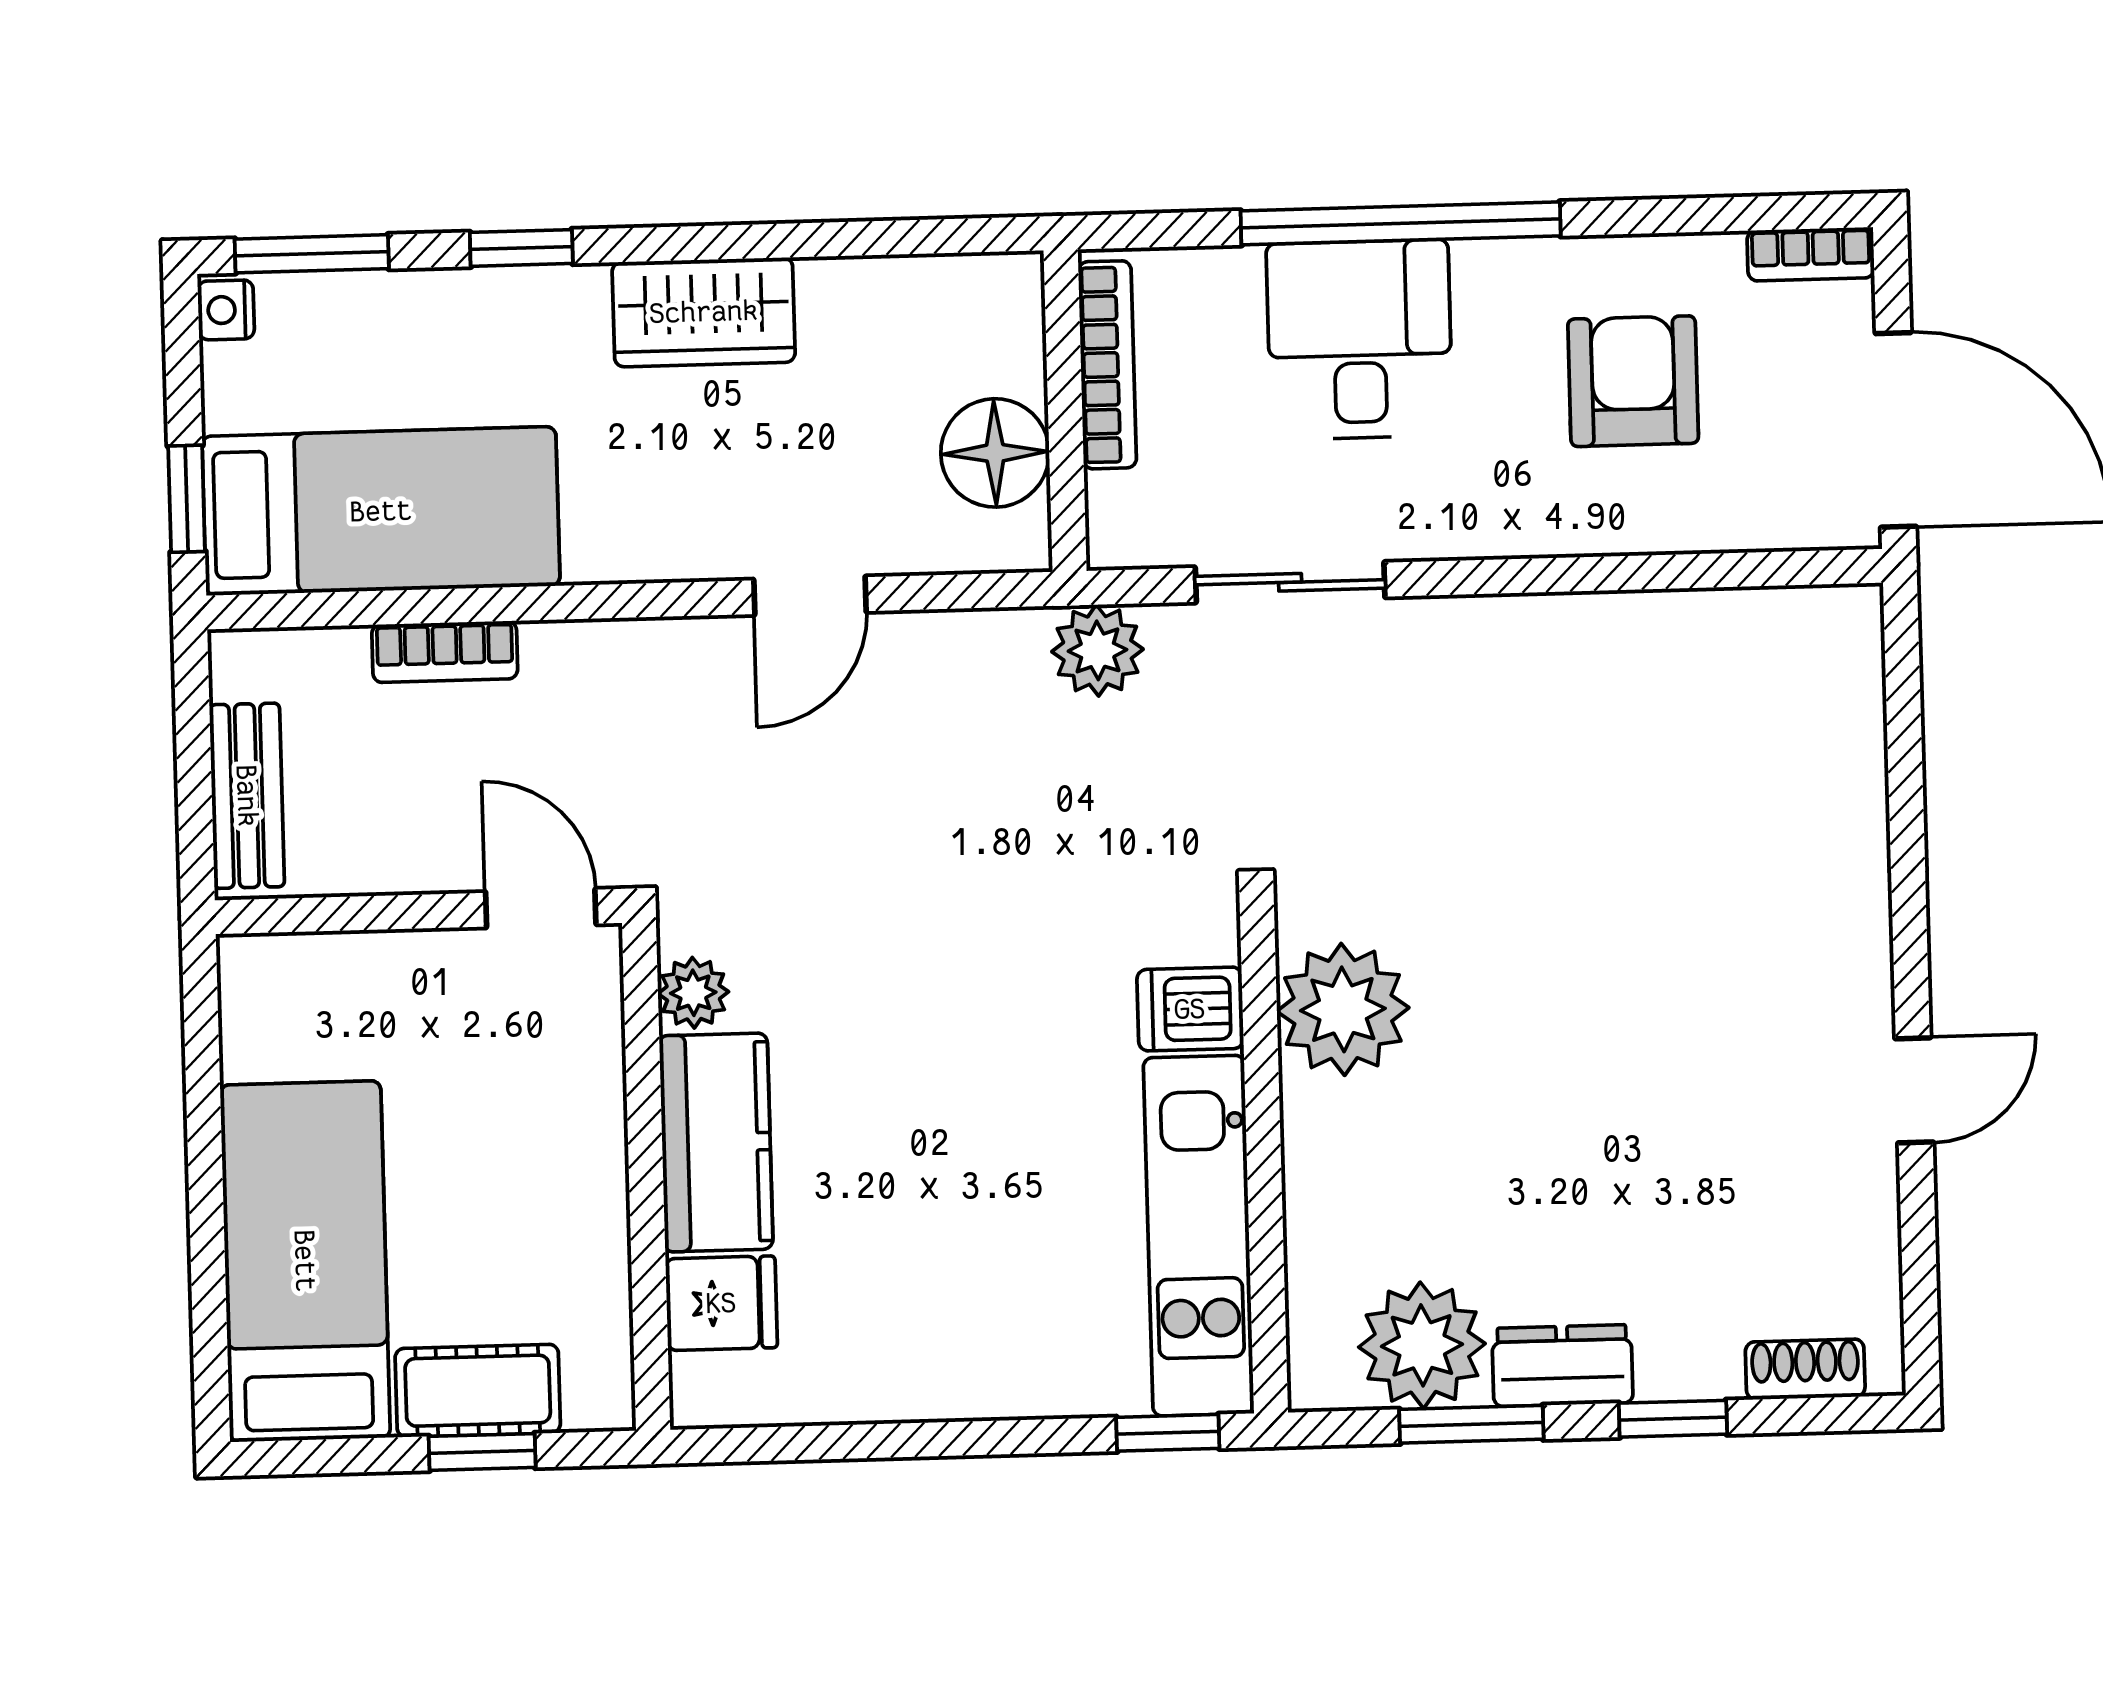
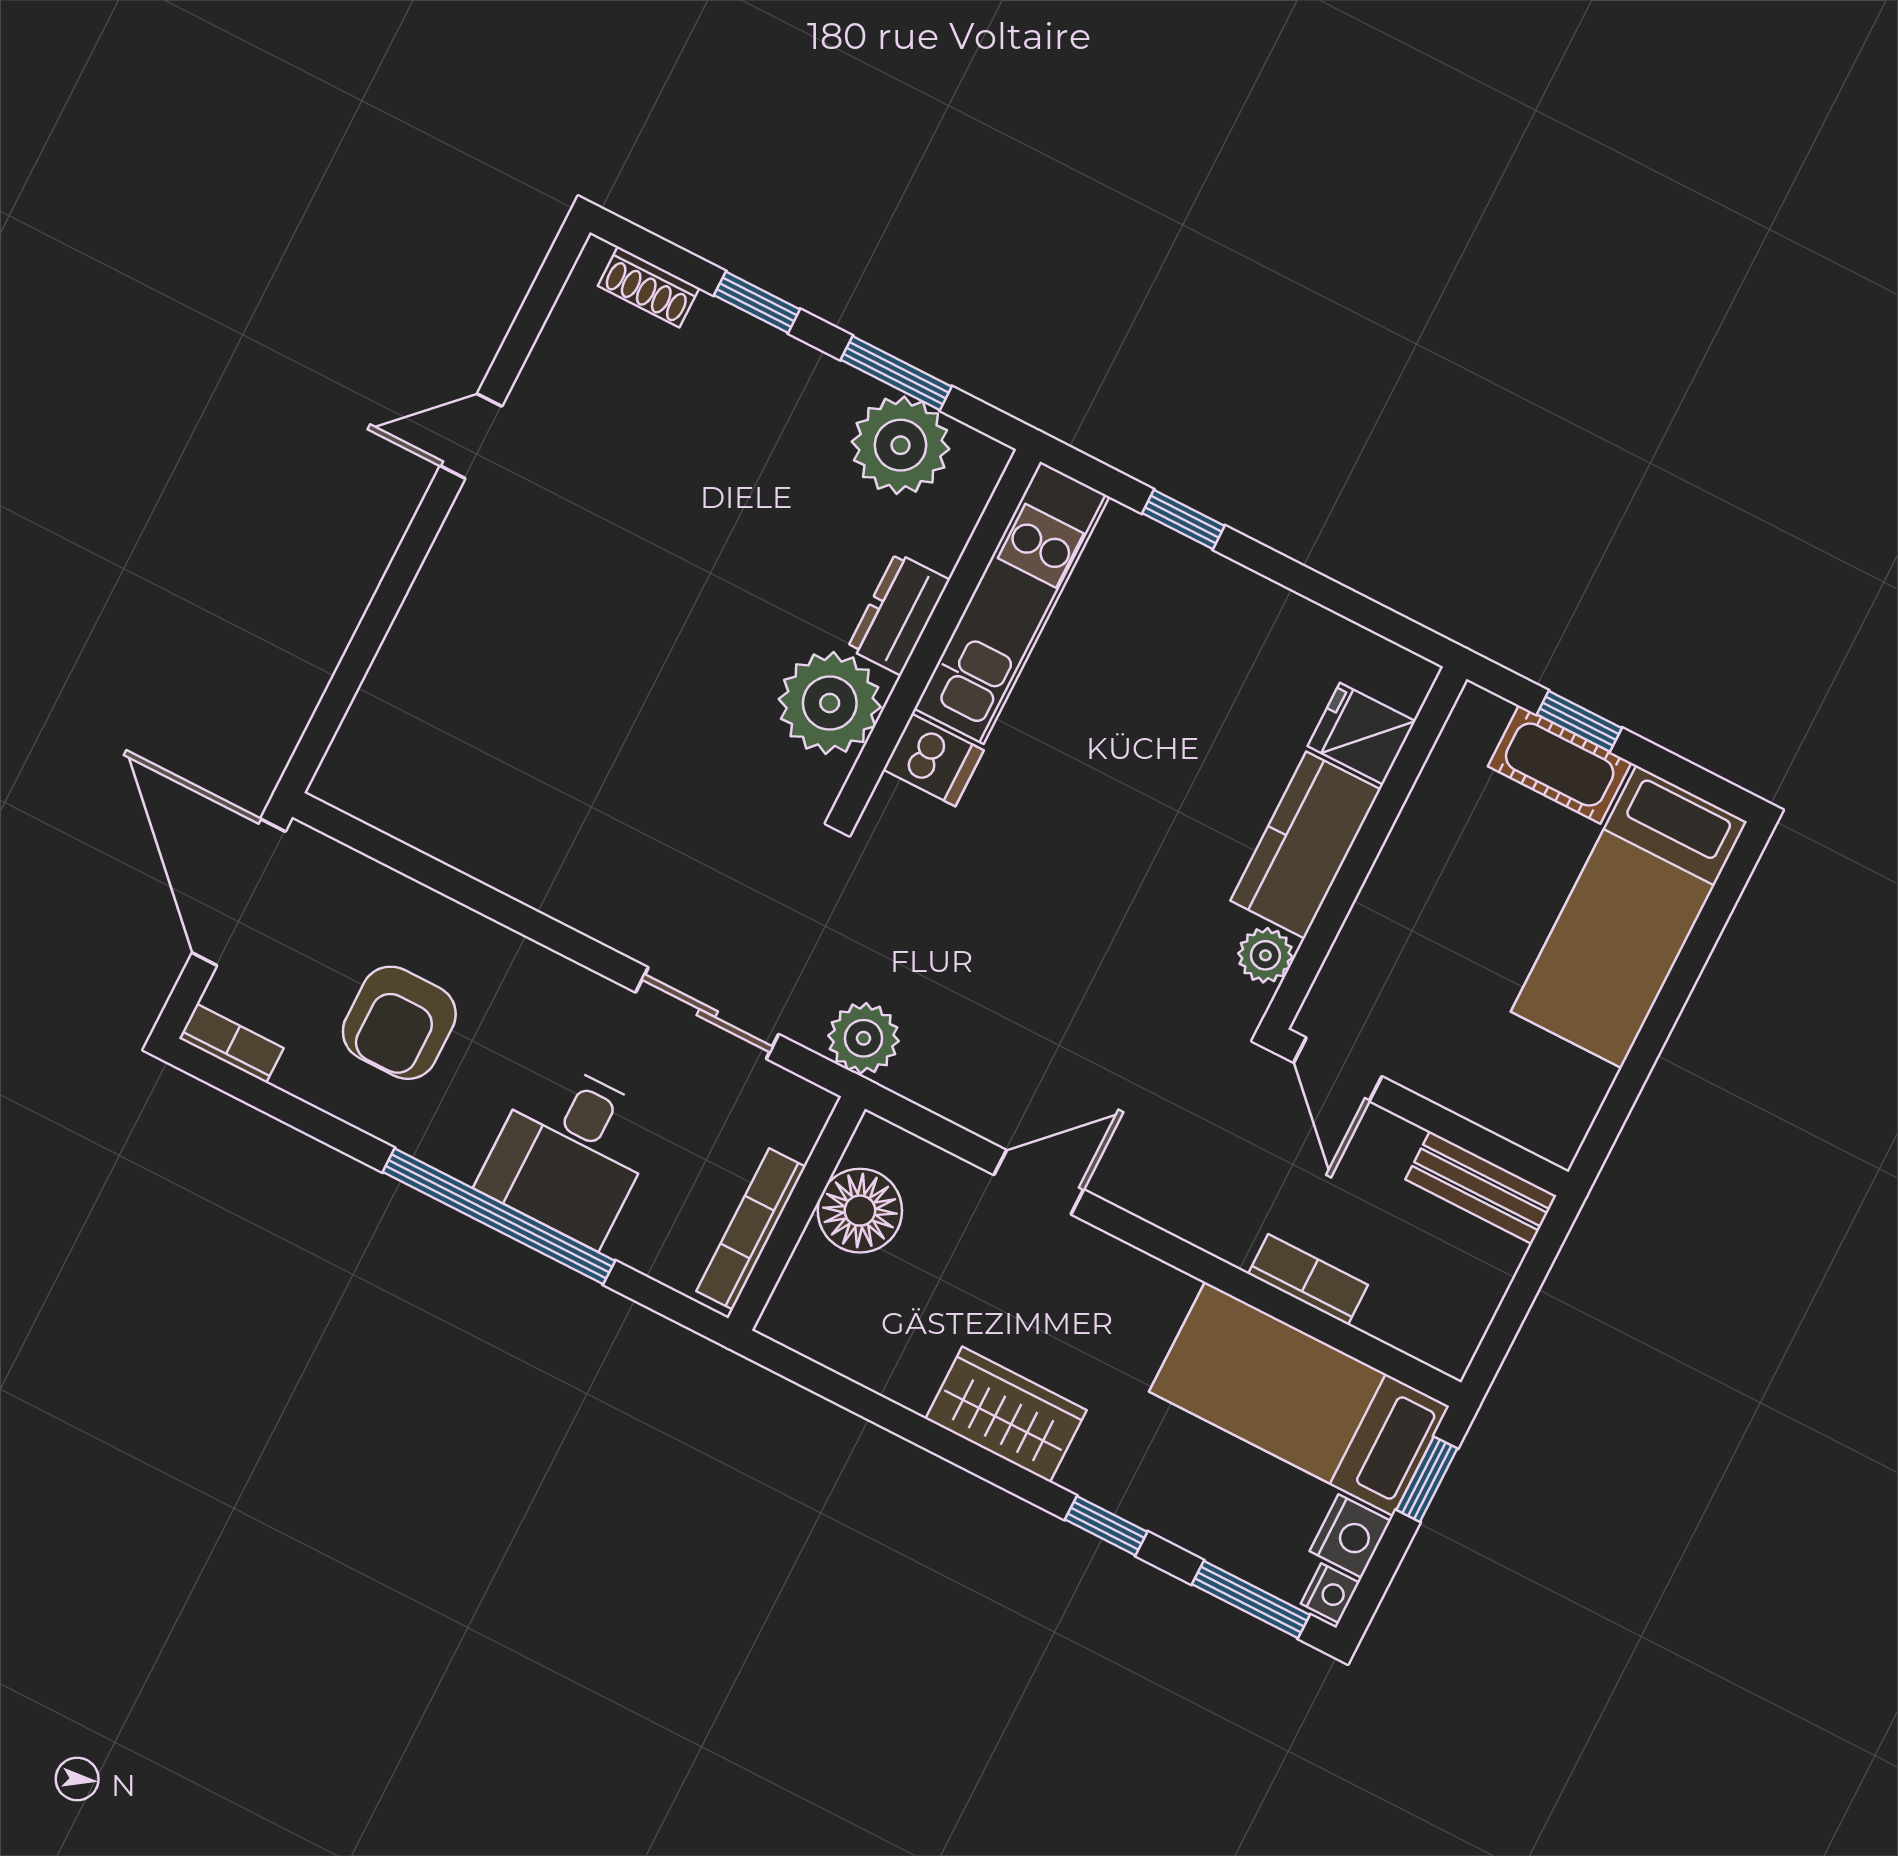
nightstand: (238, 387) -> (1350, 1536), added
bench: (247, 796) -> (1481, 1188), moved, turned 90
dresser: (1562, 1366) -> (899, 614), moved, turned 90
window: (1168, 1433) -> (1183, 519), moved

